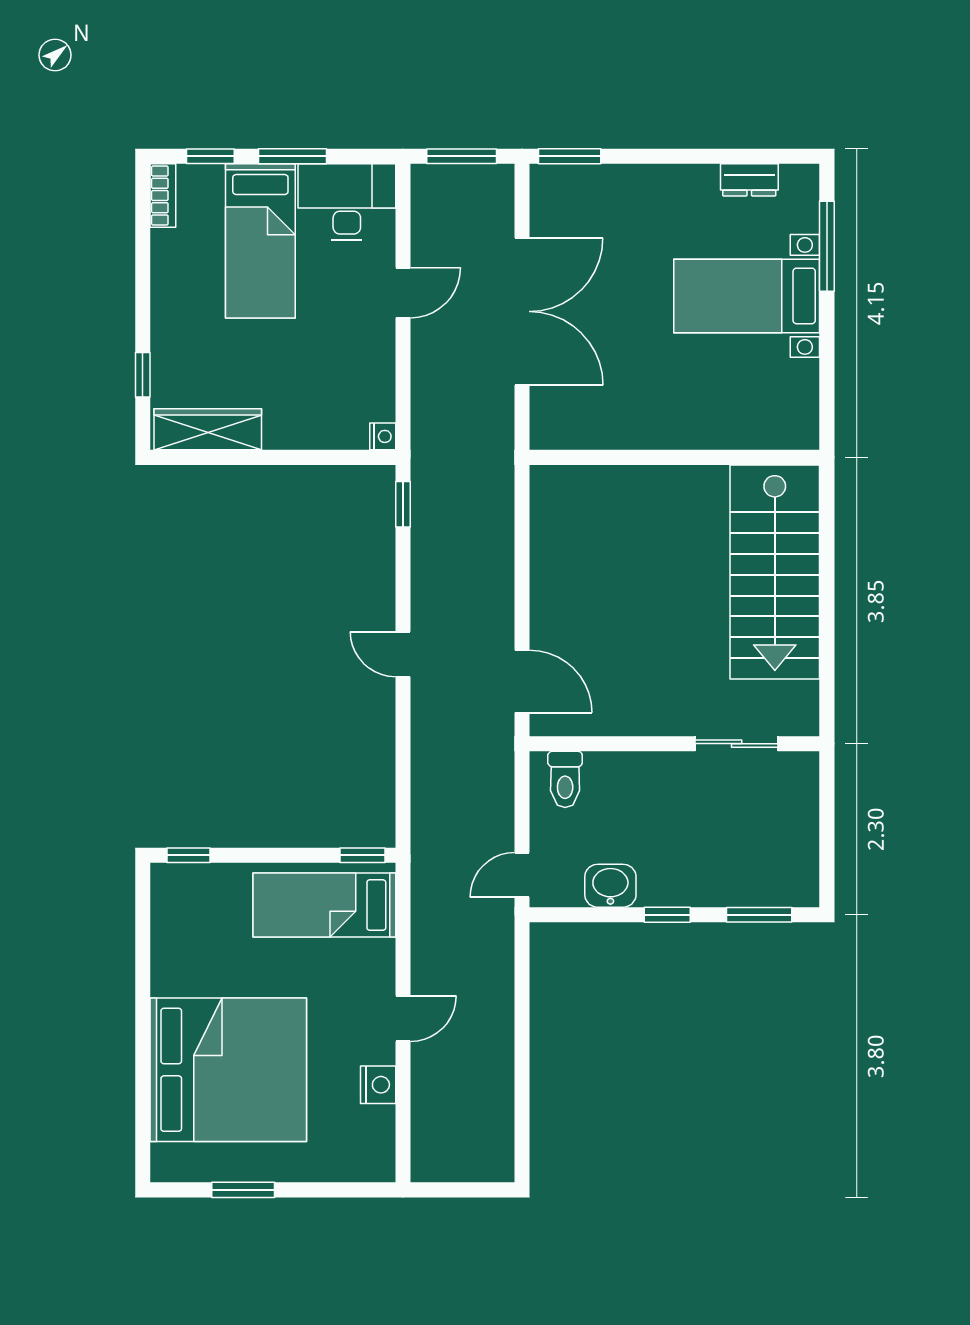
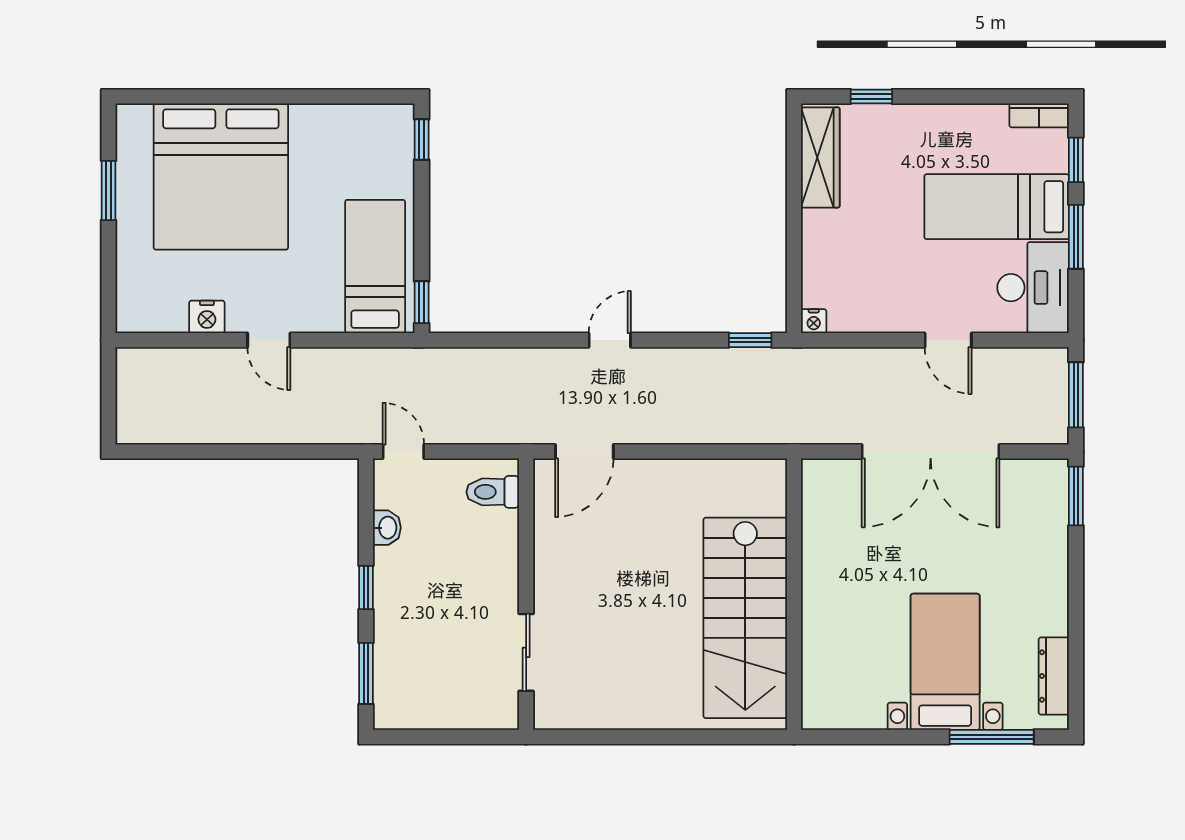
dresser: (749, 180) -> (1054, 676), width x1.44
stairs: (775, 572) -> (745, 618), moved, turned -90
washbasin: (610, 886) -> (387, 528), width x0.72, depth x0.69

